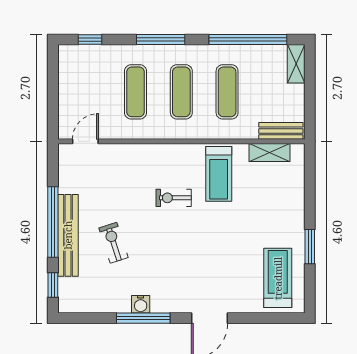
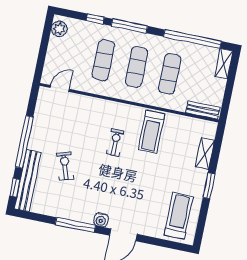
window: (90, 40) -> (95, 19), moved
plant: (68, 62) -> (59, 29), added
shelving: (270, 152) -> (205, 154), moved, turned 90
exercise bike: (174, 198) -> (115, 142), turned 90
bench: (68, 235) -> (28, 181), moved
window: (310, 247) -> (209, 186), moved
water cooler: (141, 304) -> (101, 220), moved

